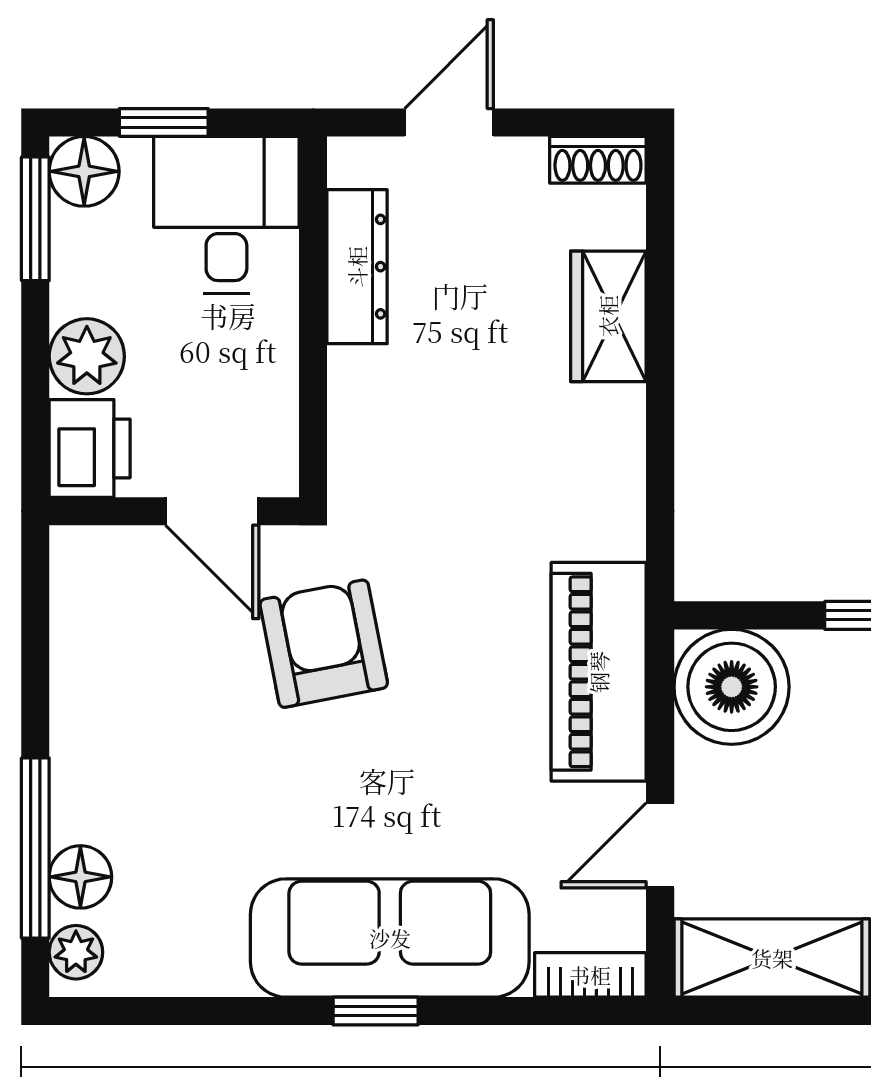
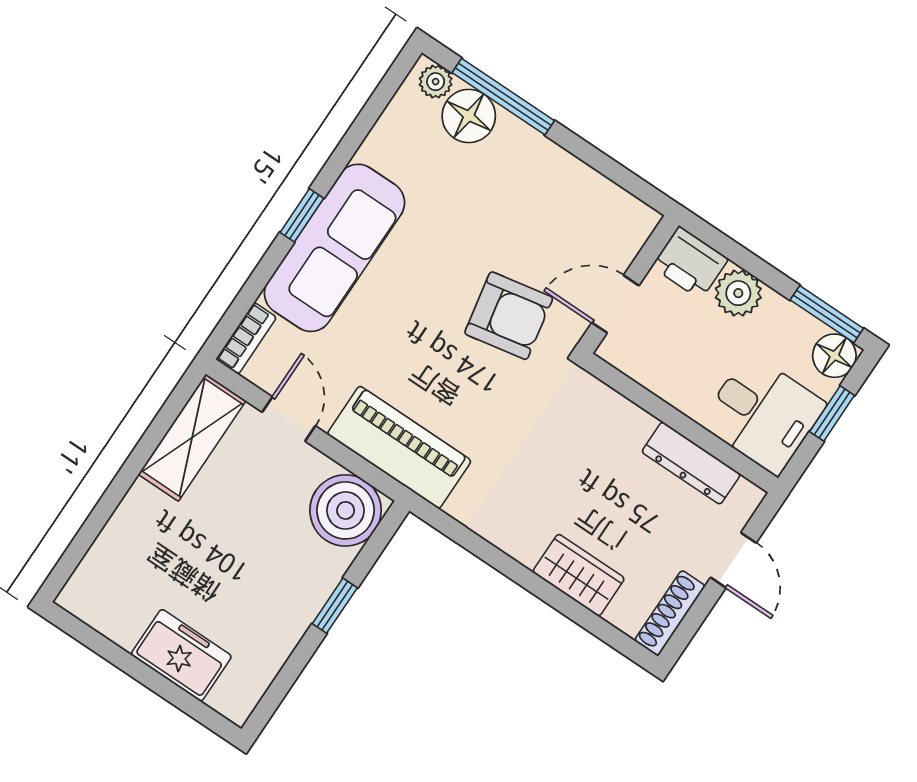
shoe rack: (598, 160) -> (670, 613), width x1.43
floor lamp: (80, 877) -> (469, 116), width x1.38, depth x1.38

